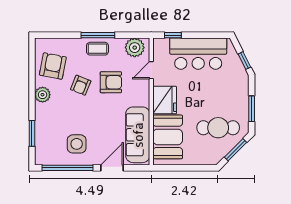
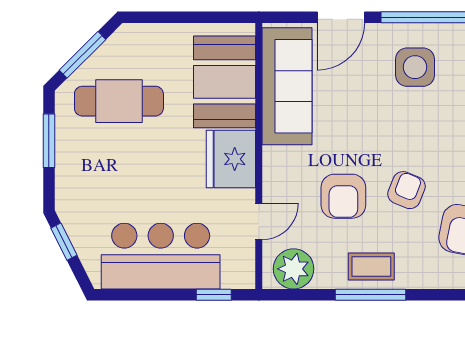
armchair: (111, 82) -> (343, 196), turned -90

